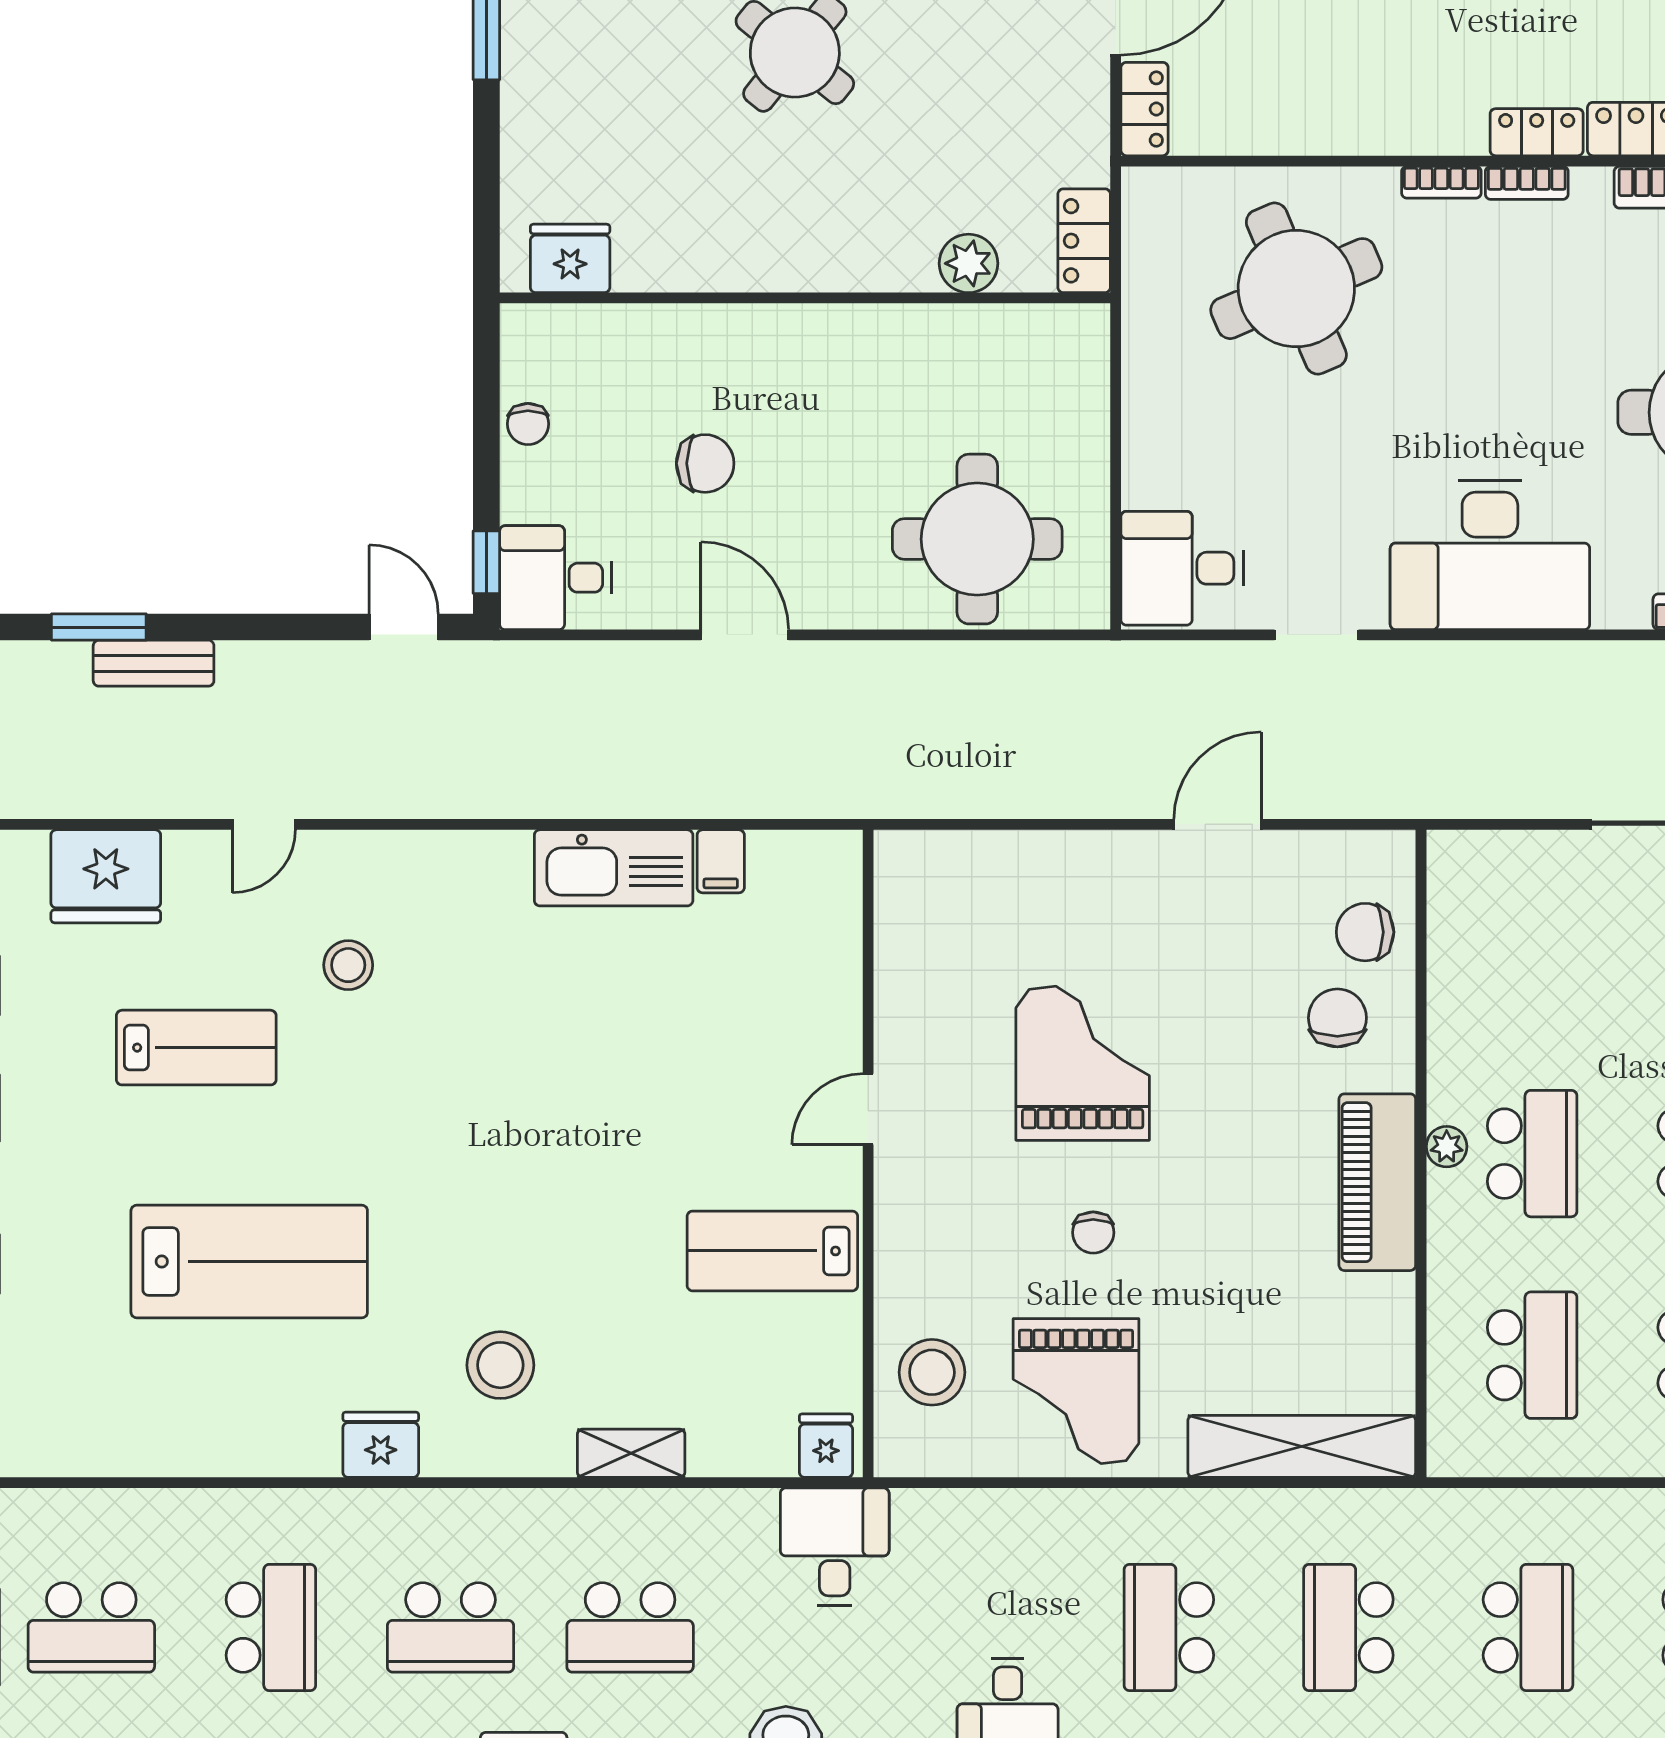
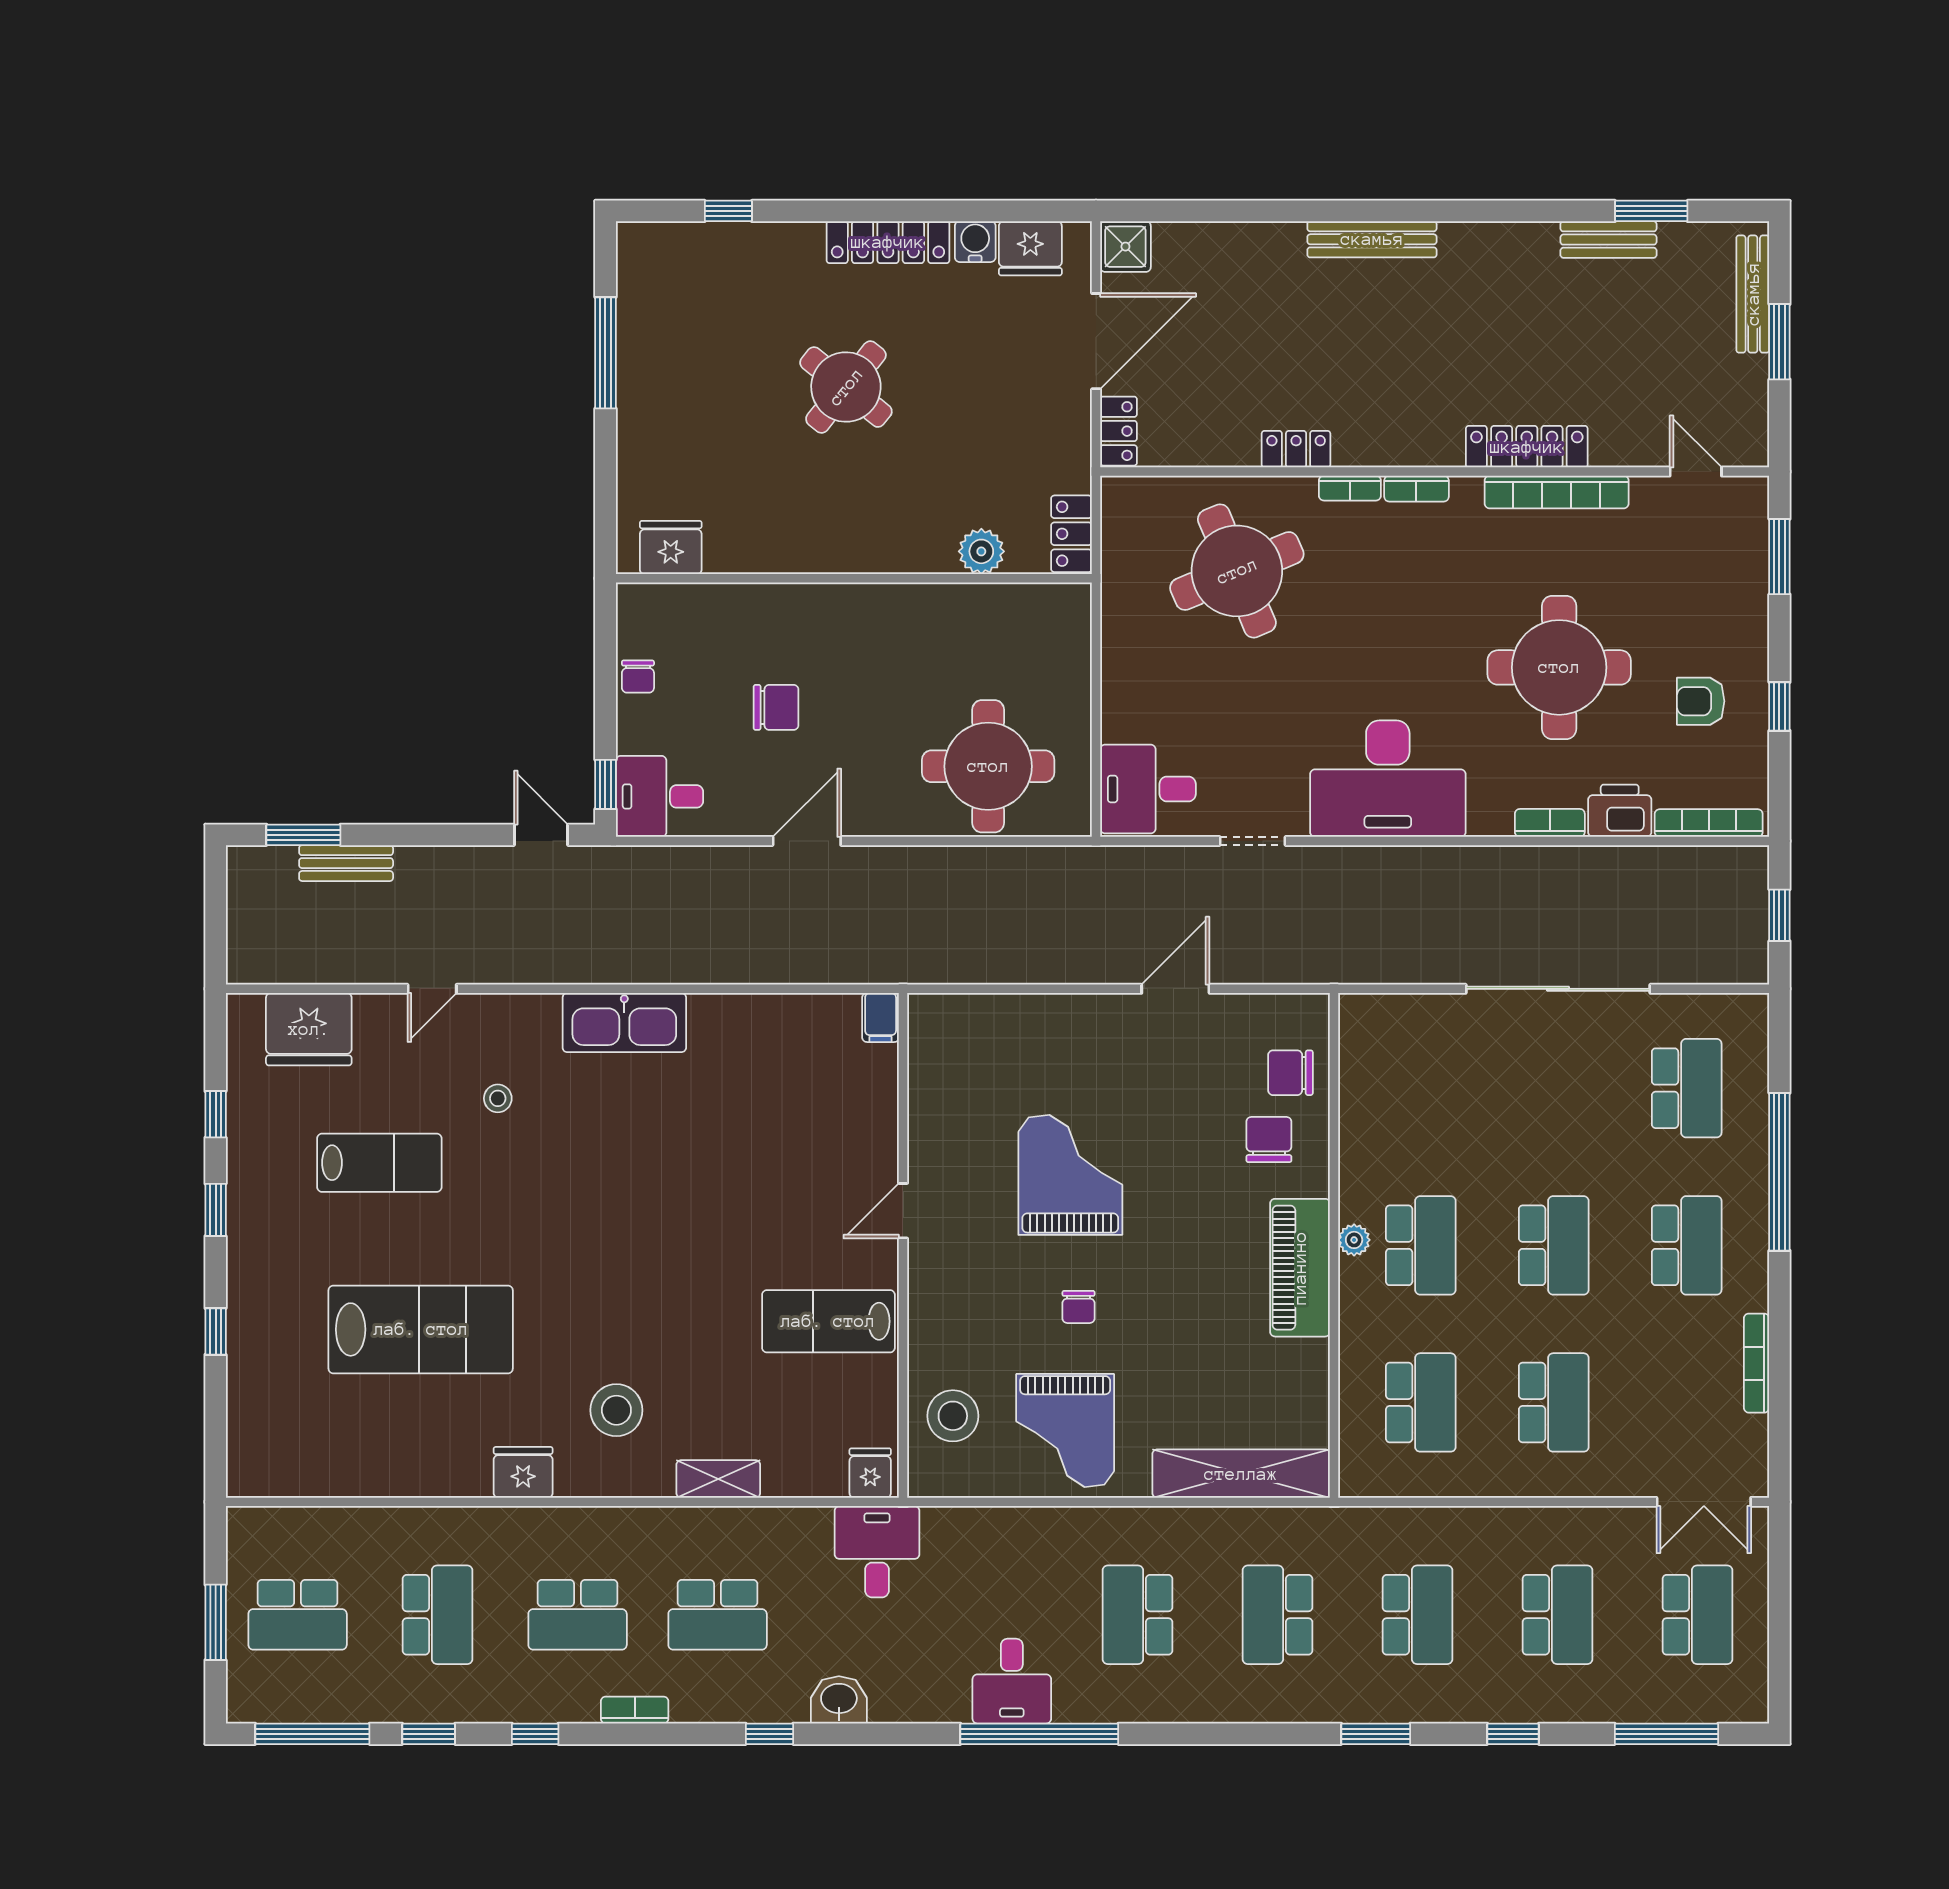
locker: (1537, 132) -> (1296, 449), moved
door: (745, 635) -> (807, 841), hinge flipped
filing cabinet: (721, 861) -> (881, 1017), moved
kitchen sink: (614, 868) -> (624, 1023), moved
stool: (348, 965) -> (498, 1098), width x0.73, depth x0.73

